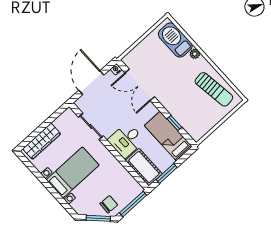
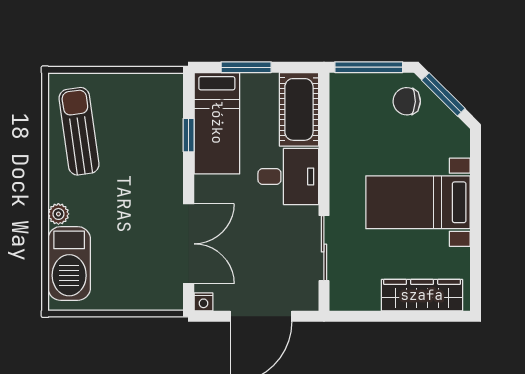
window: (167, 173) -> (246, 67), moved

